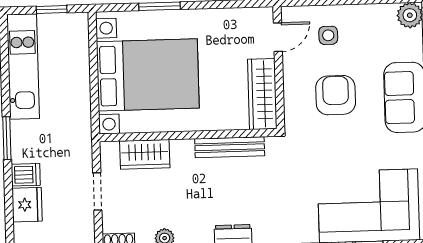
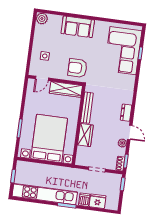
door: (278, 37) -> (42, 78), swing flipped
kitchen unit: (23, 66) -> (45, 194), width x1.36
armchair: (336, 95) -> (77, 68), moved
wardrobe: (145, 154) -> (85, 135), moved

